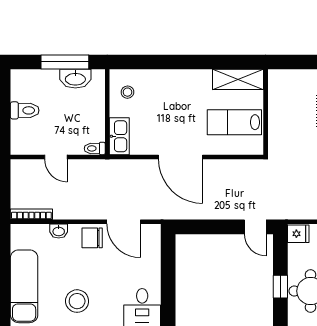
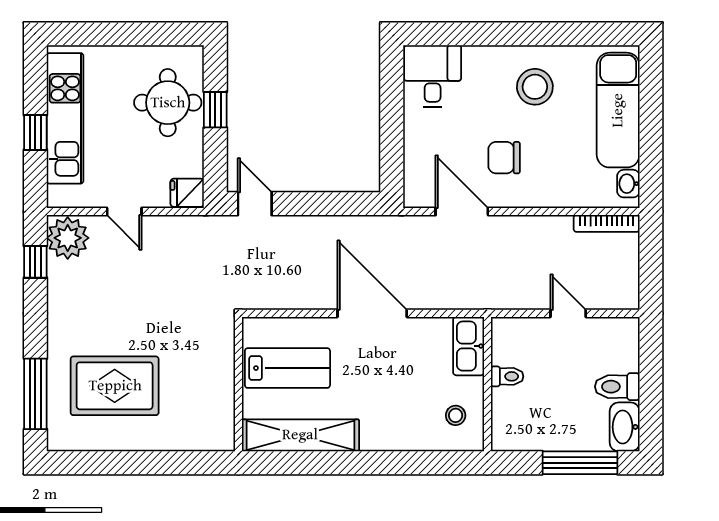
window: (65, 62) -> (580, 463), moved
washbasin: (75, 79) -> (625, 427), moved, turned -90
shelving: (238, 79) -> (300, 435), width x1.47
toilet: (95, 148) -> (507, 376), moved
washbasin: (59, 231) -> (628, 184), moved, turned -90
chair: (92, 238) -> (504, 158), moved, turned 180

